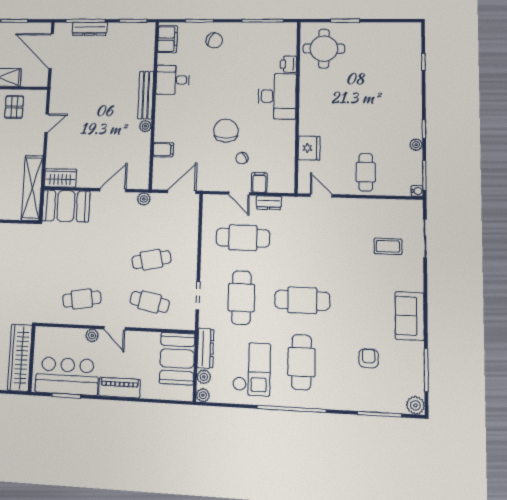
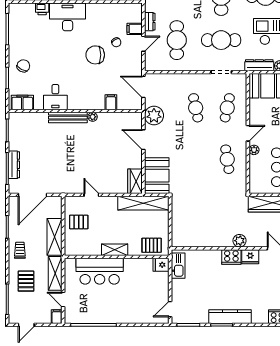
plant: (144, 199) -> (154, 116), width x1.87, depth x1.87

